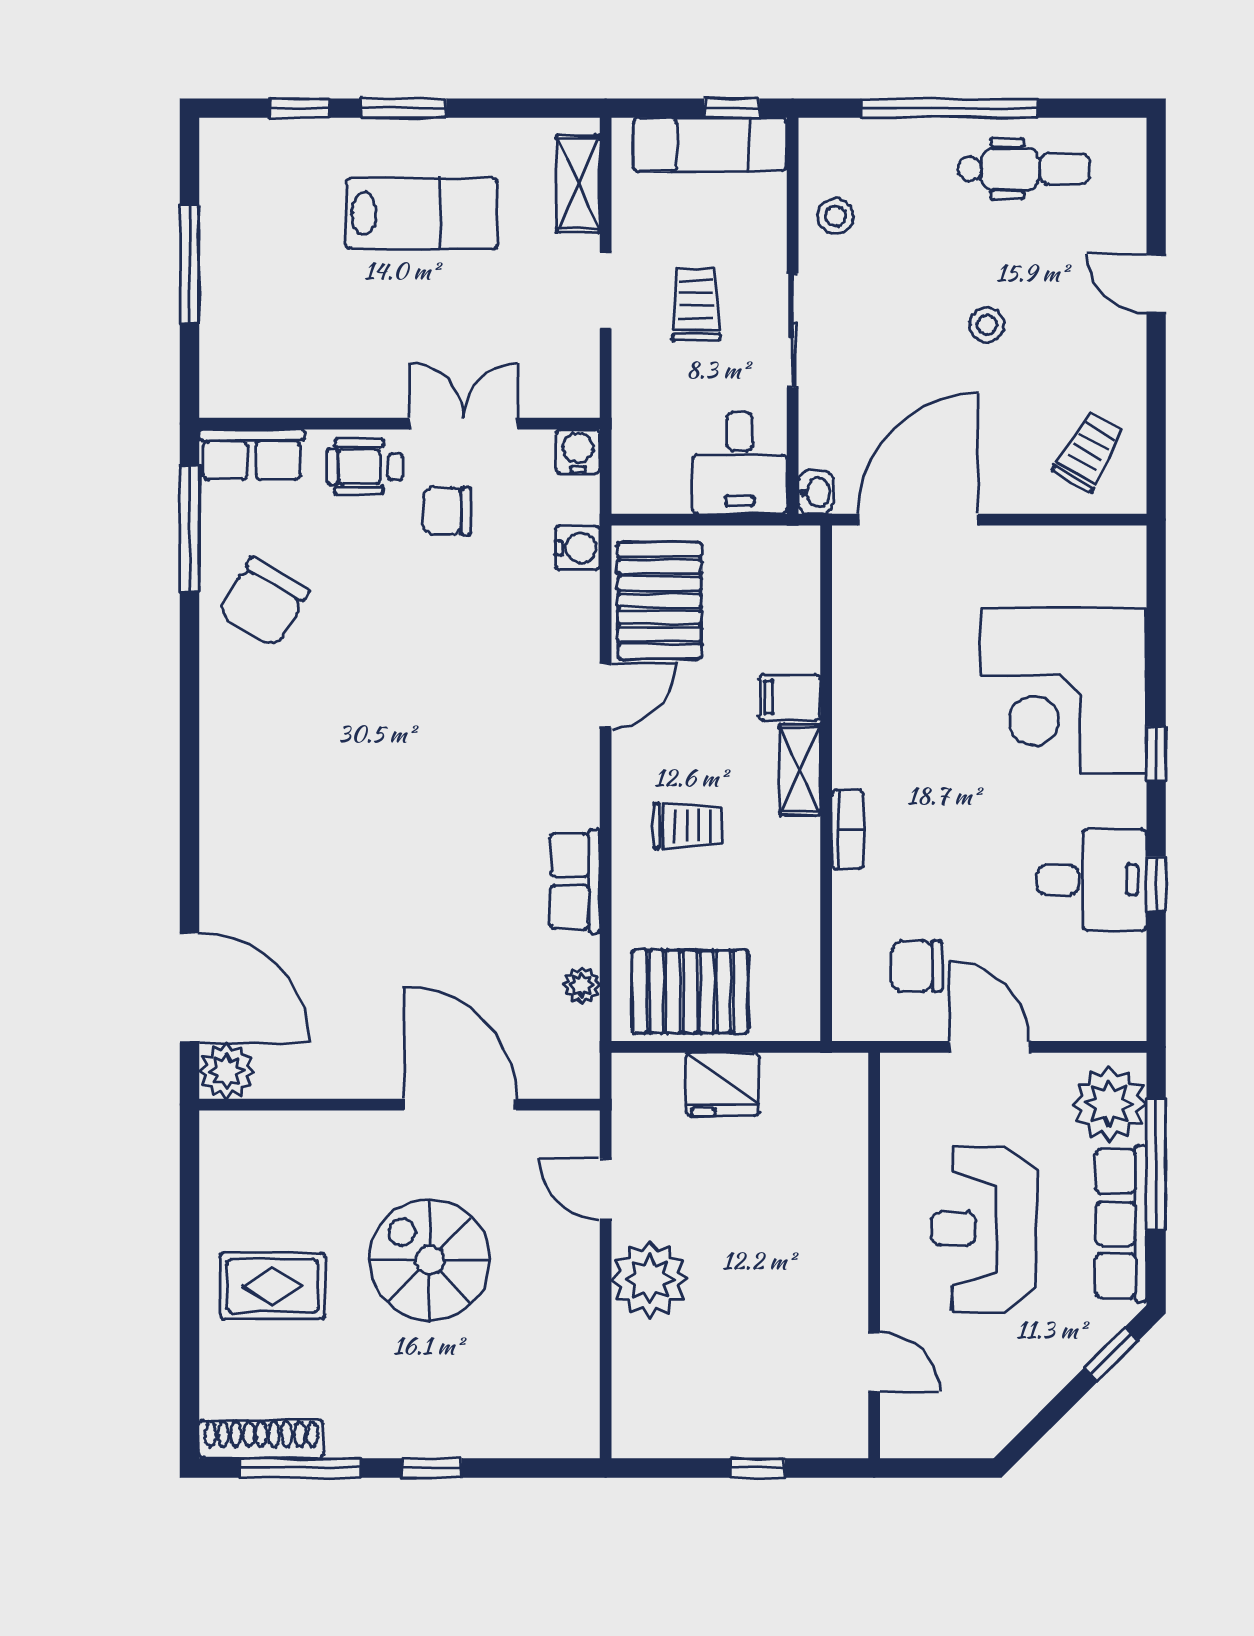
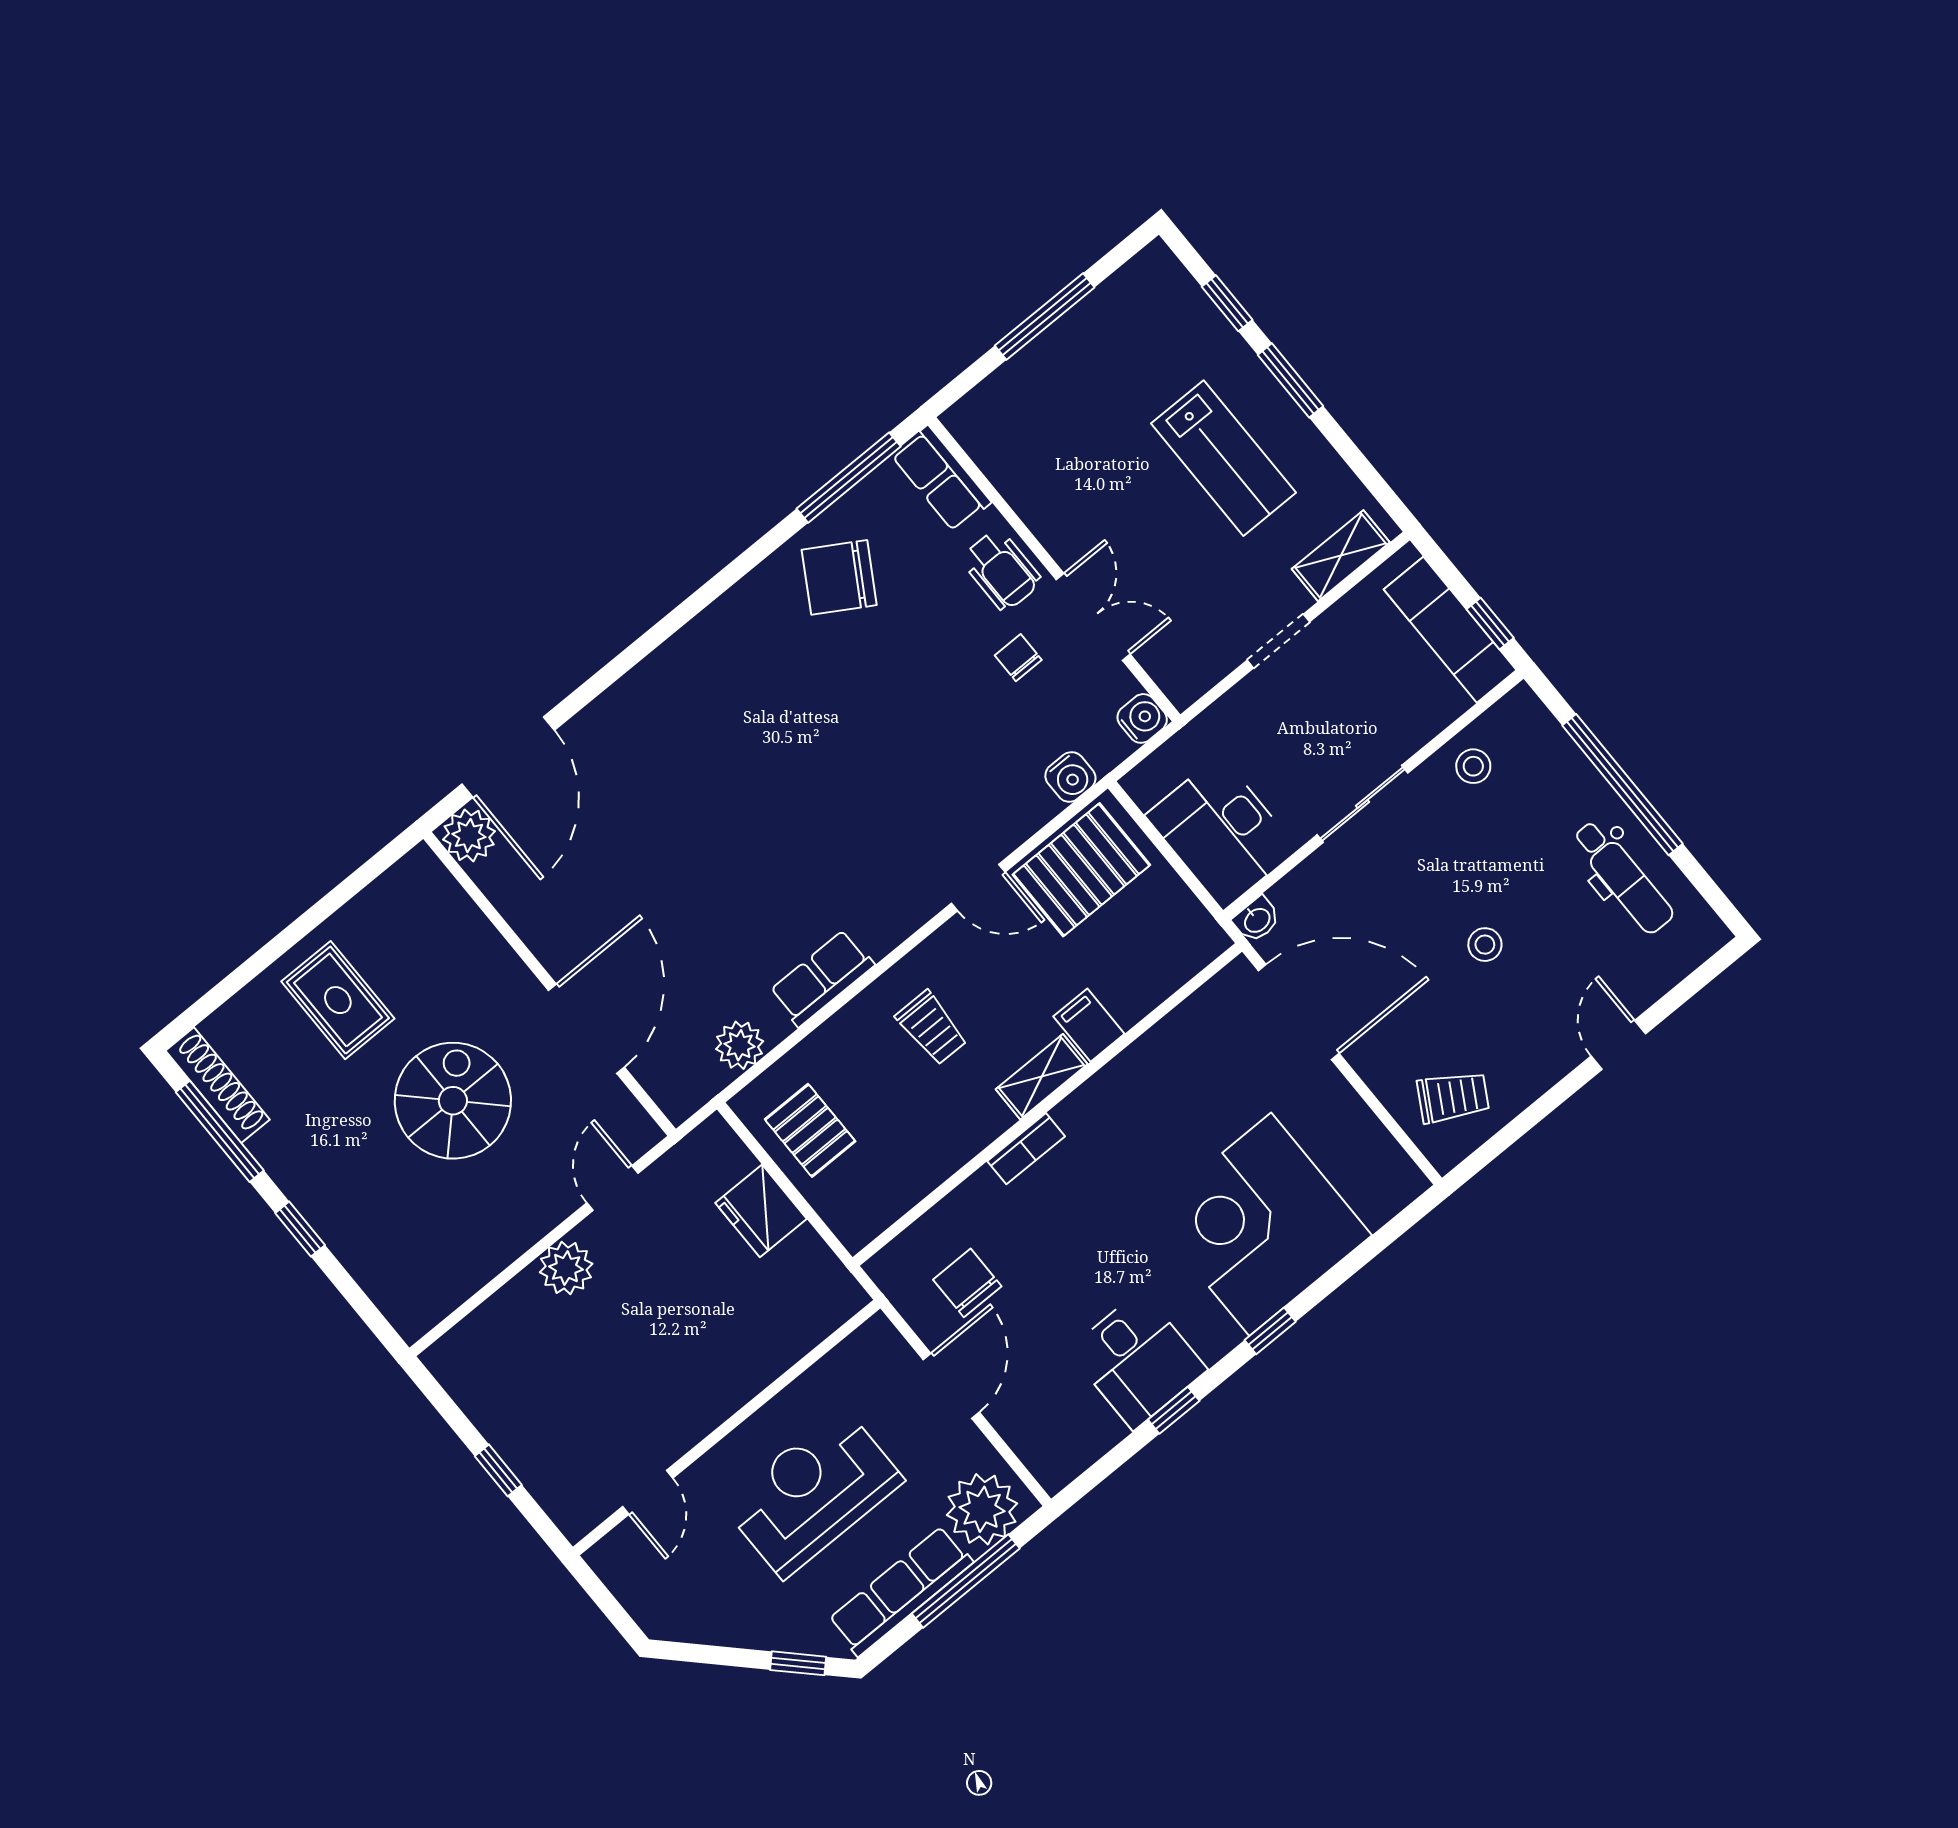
trolley: (696, 304) -> (1323, 717), removed
desk: (740, 463) -> (1221, 832), width x1.37
wheelchair: (365, 467) -> (1001, 570), turned 180
chair: (447, 511) -> (1018, 658), width x0.73, depth x0.73
plant: (582, 985) -> (740, 1045), width x1.38, depth x1.38
pallet: (690, 992) -> (810, 1130), width x0.67, depth x0.71
plant: (650, 1279) -> (566, 1268), width x0.73, depth x0.73

